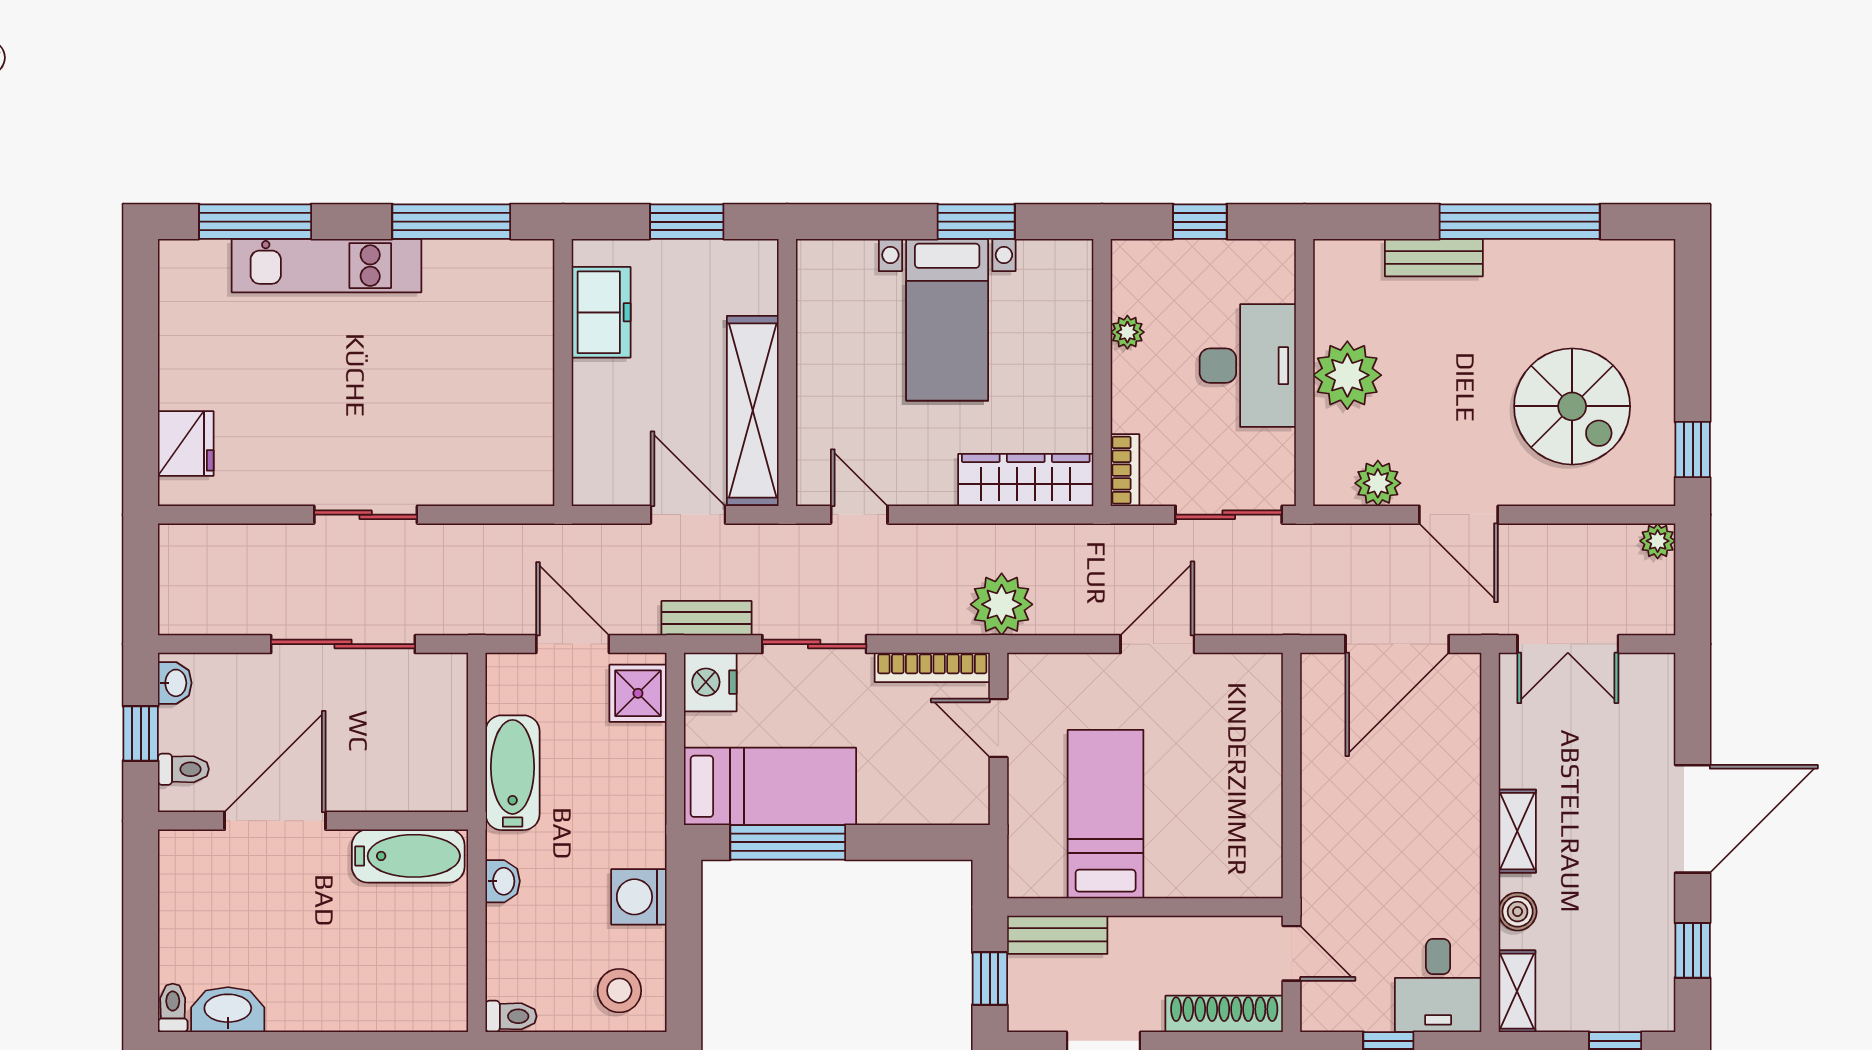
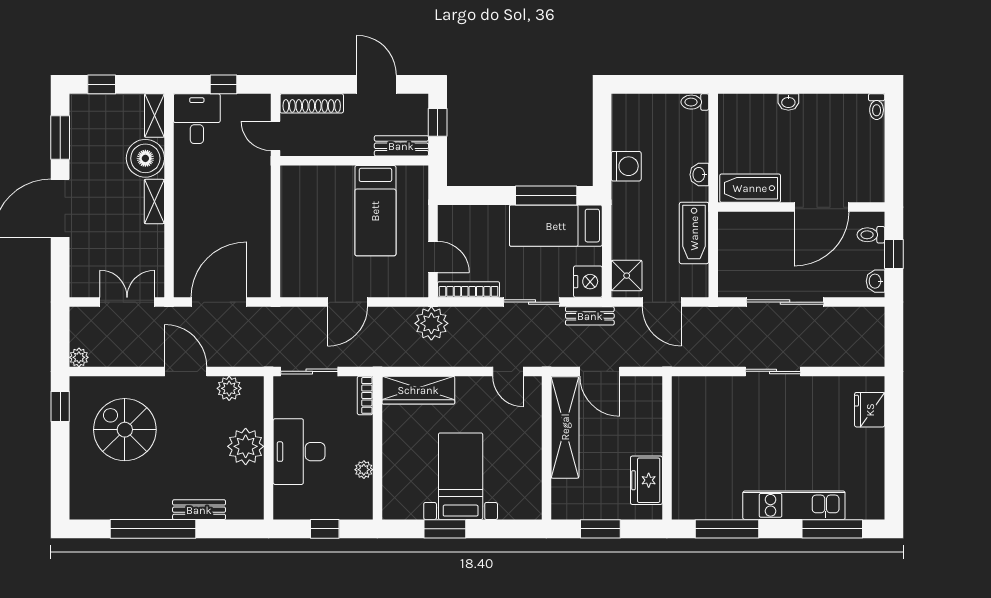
boiler: (1518, 912) -> (145, 158), width x1.86, depth x1.86
window: (1693, 950) -> (60, 137), width x1.50
stool: (619, 991) -> (637, 116), removed
washbasin: (228, 1010) -> (788, 102), moved, width x0.52, depth x0.69

